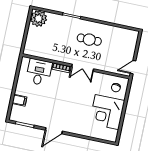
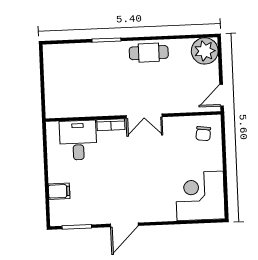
plant: (38, 18) -> (205, 51), moved
cafe table: (89, 40) -> (149, 53), moved
corner desk: (107, 112) -> (200, 196), moved, turned 90

